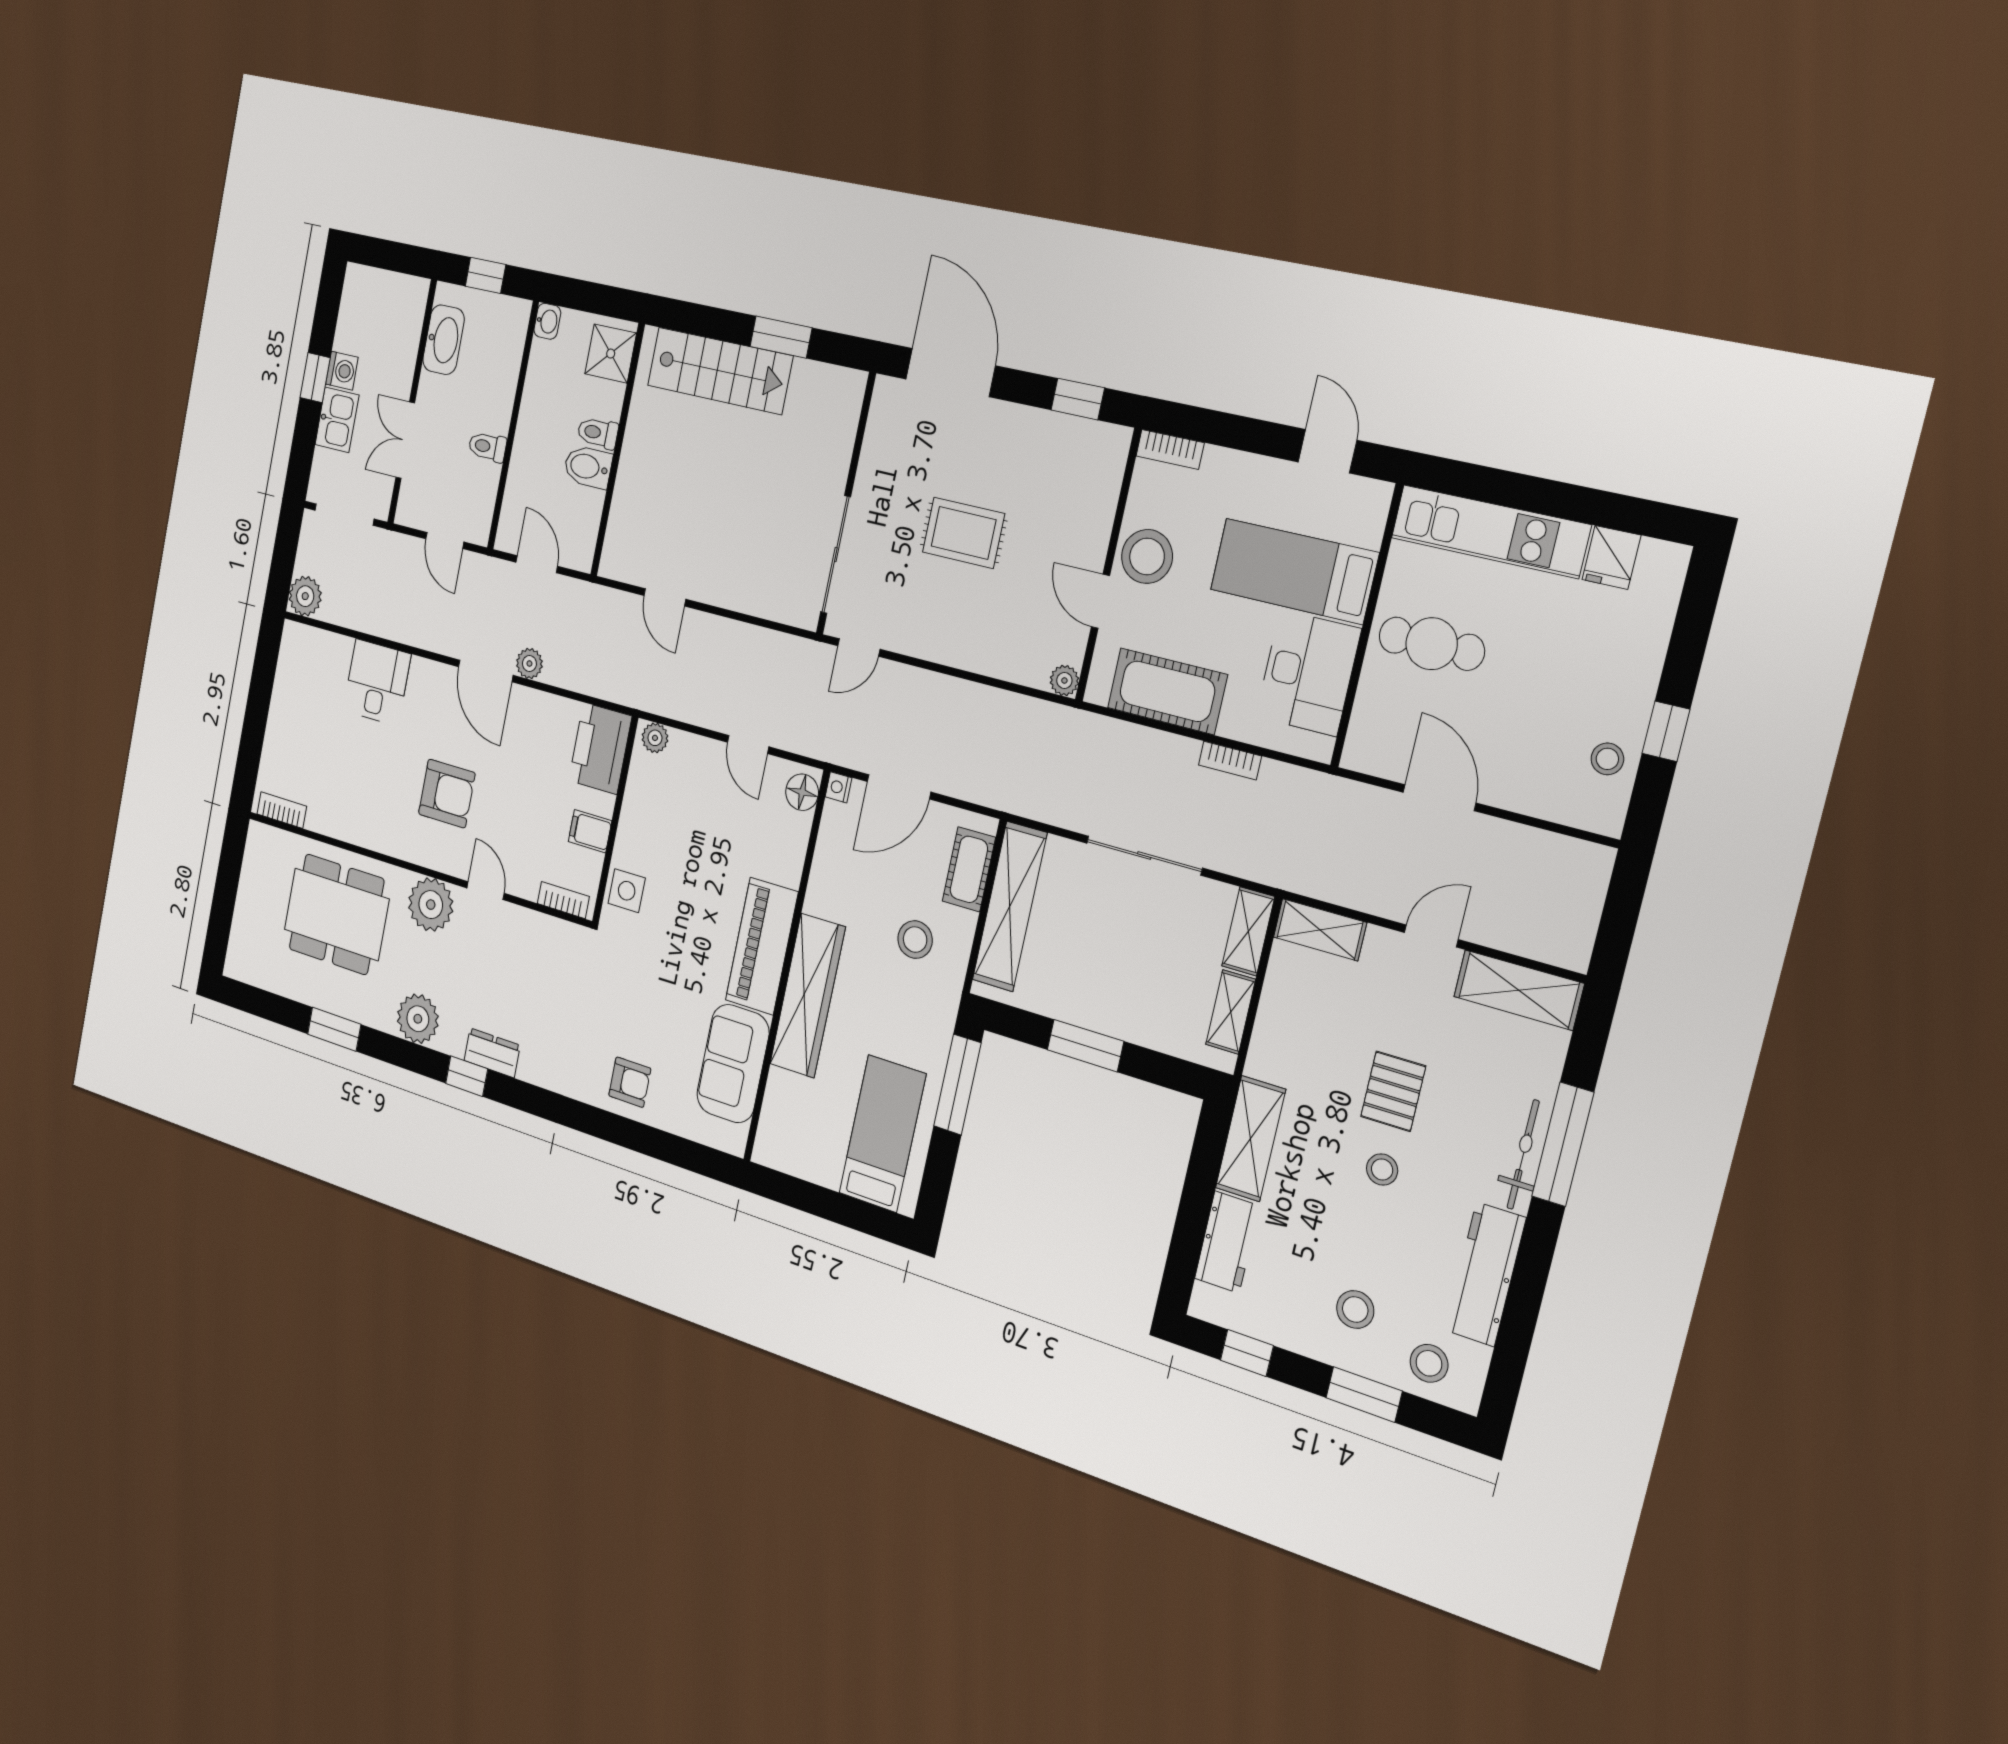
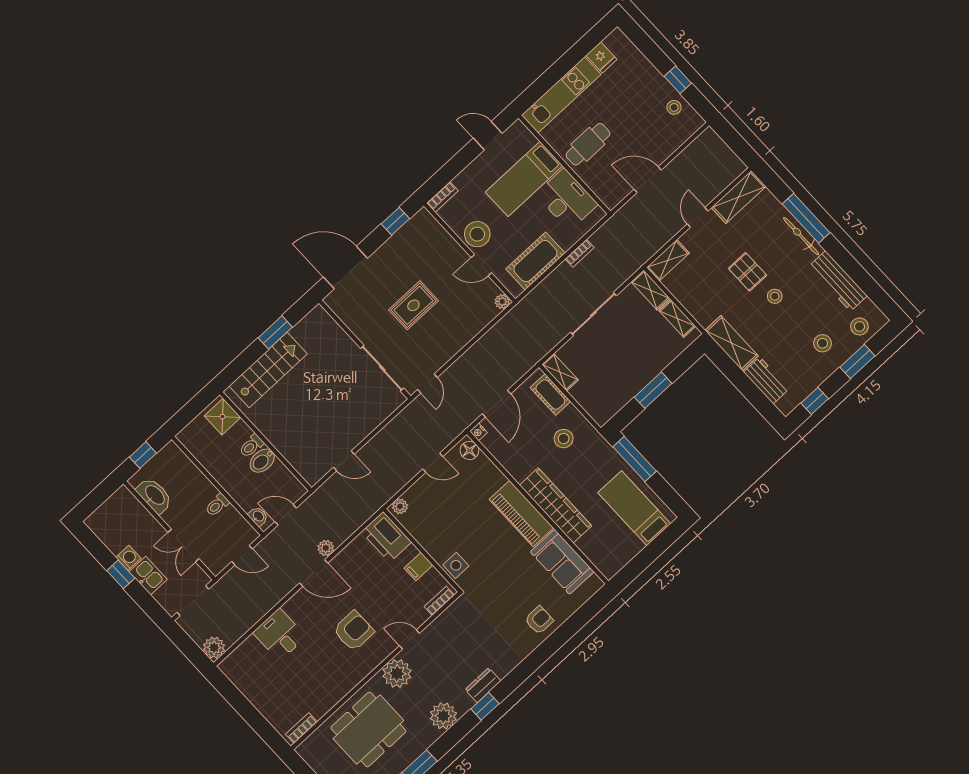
washbasin: (547, 321) -> (258, 516), moved
shelving: (1010, 907) -> (560, 372), width x0.45, depth x0.75

